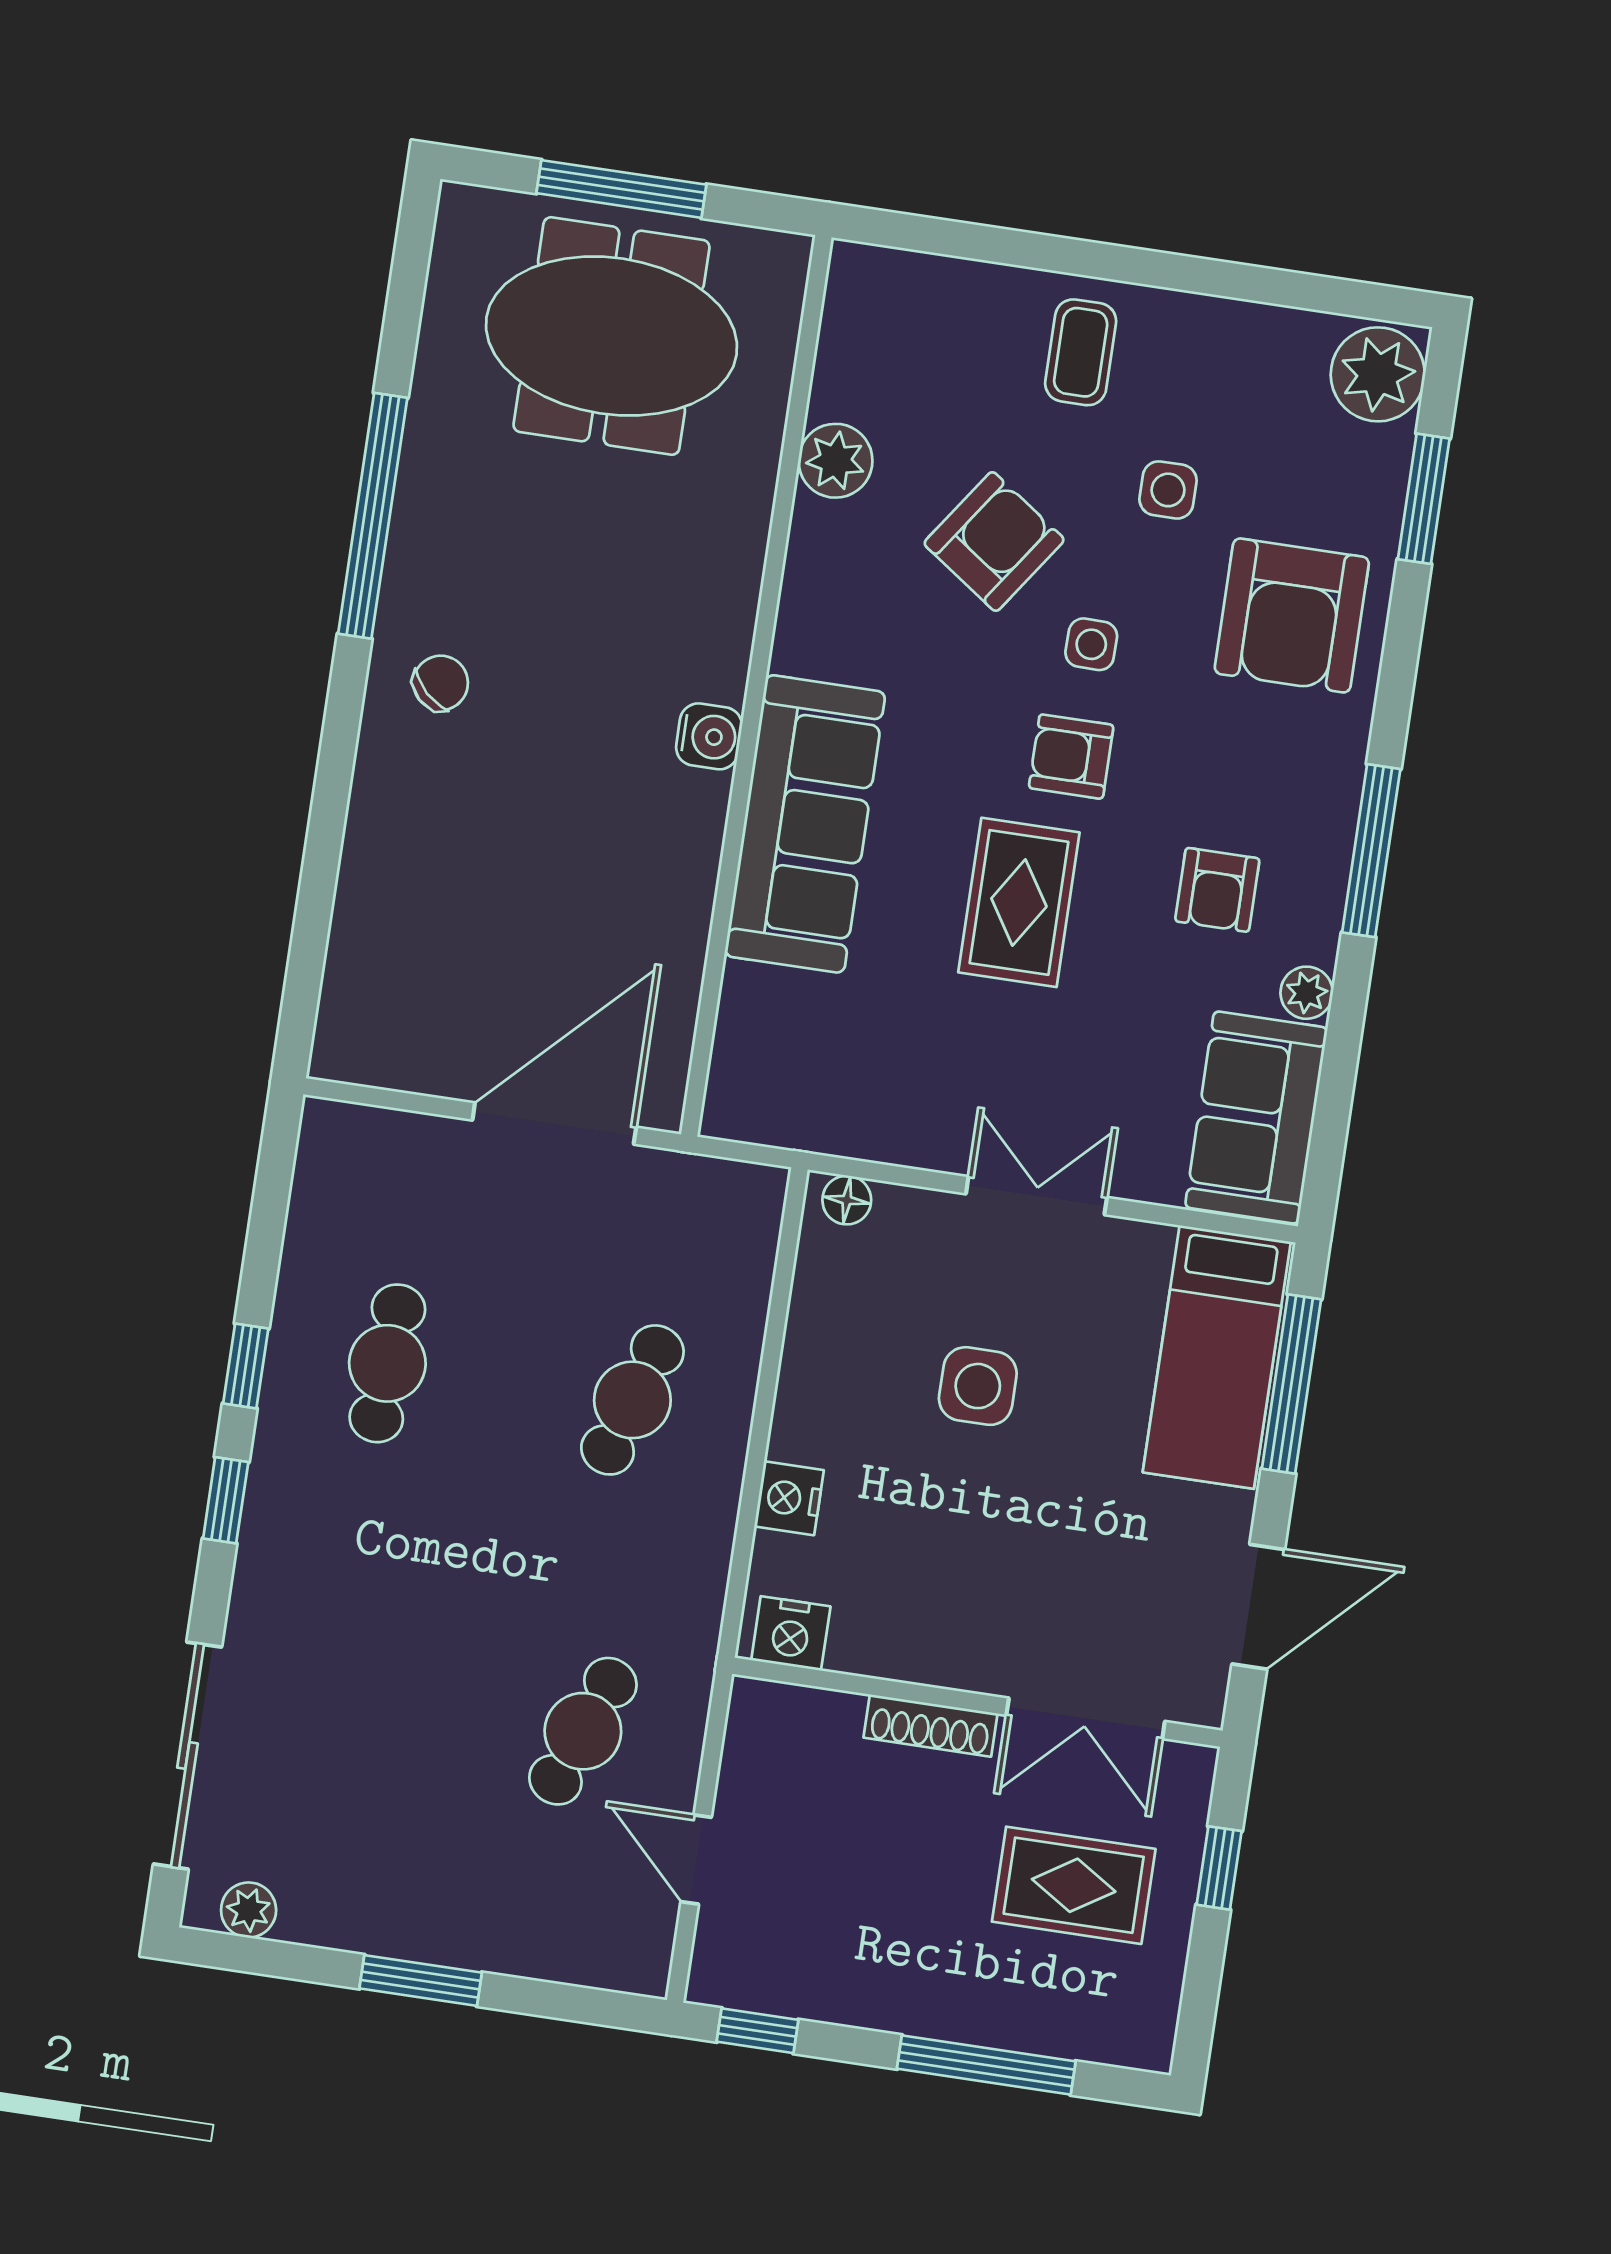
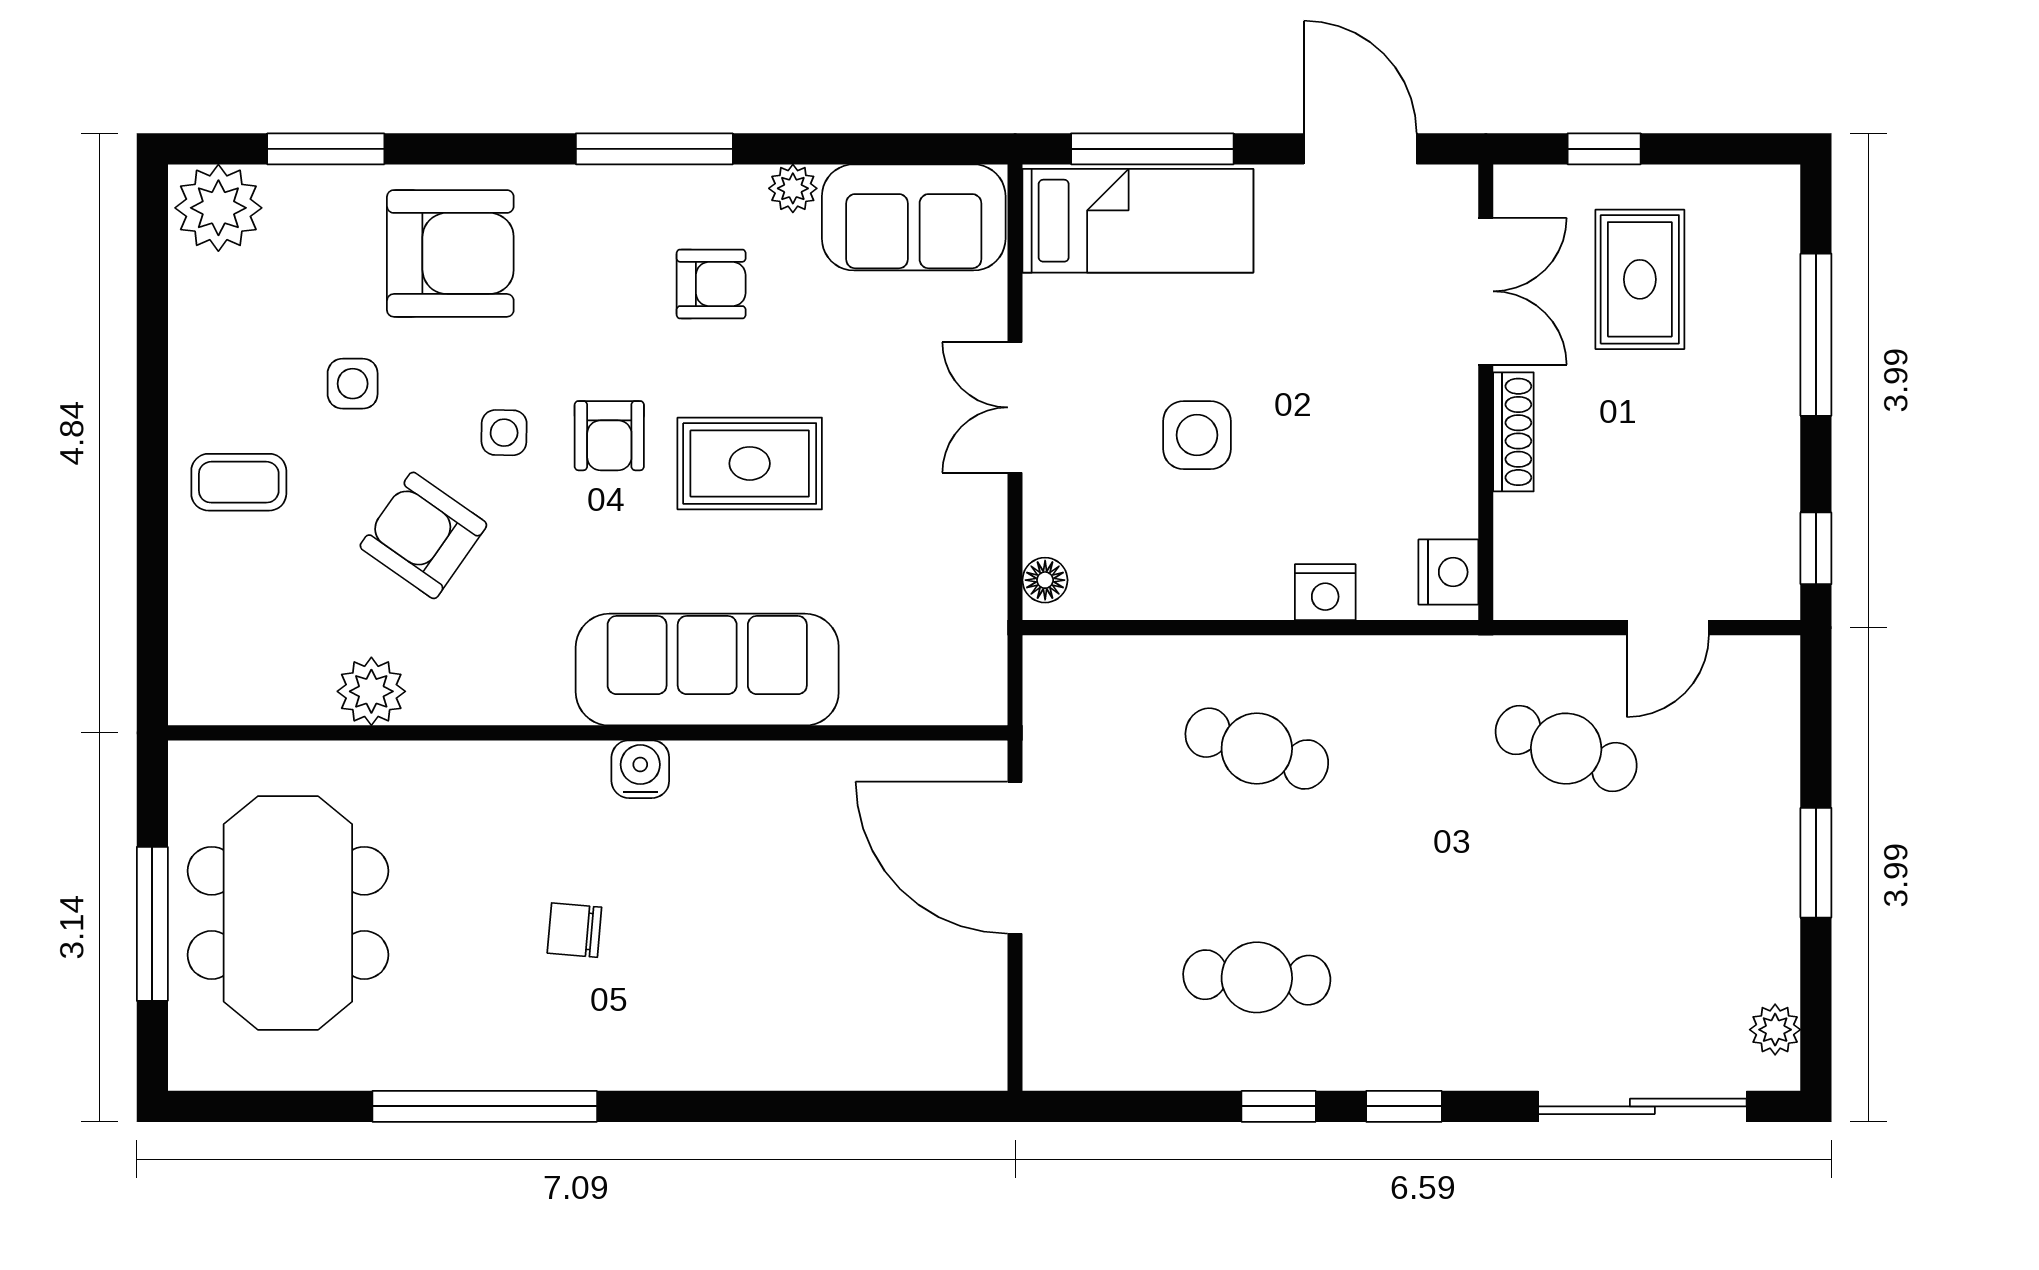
chair: (441, 683) -> (574, 930), moved, turned -39

